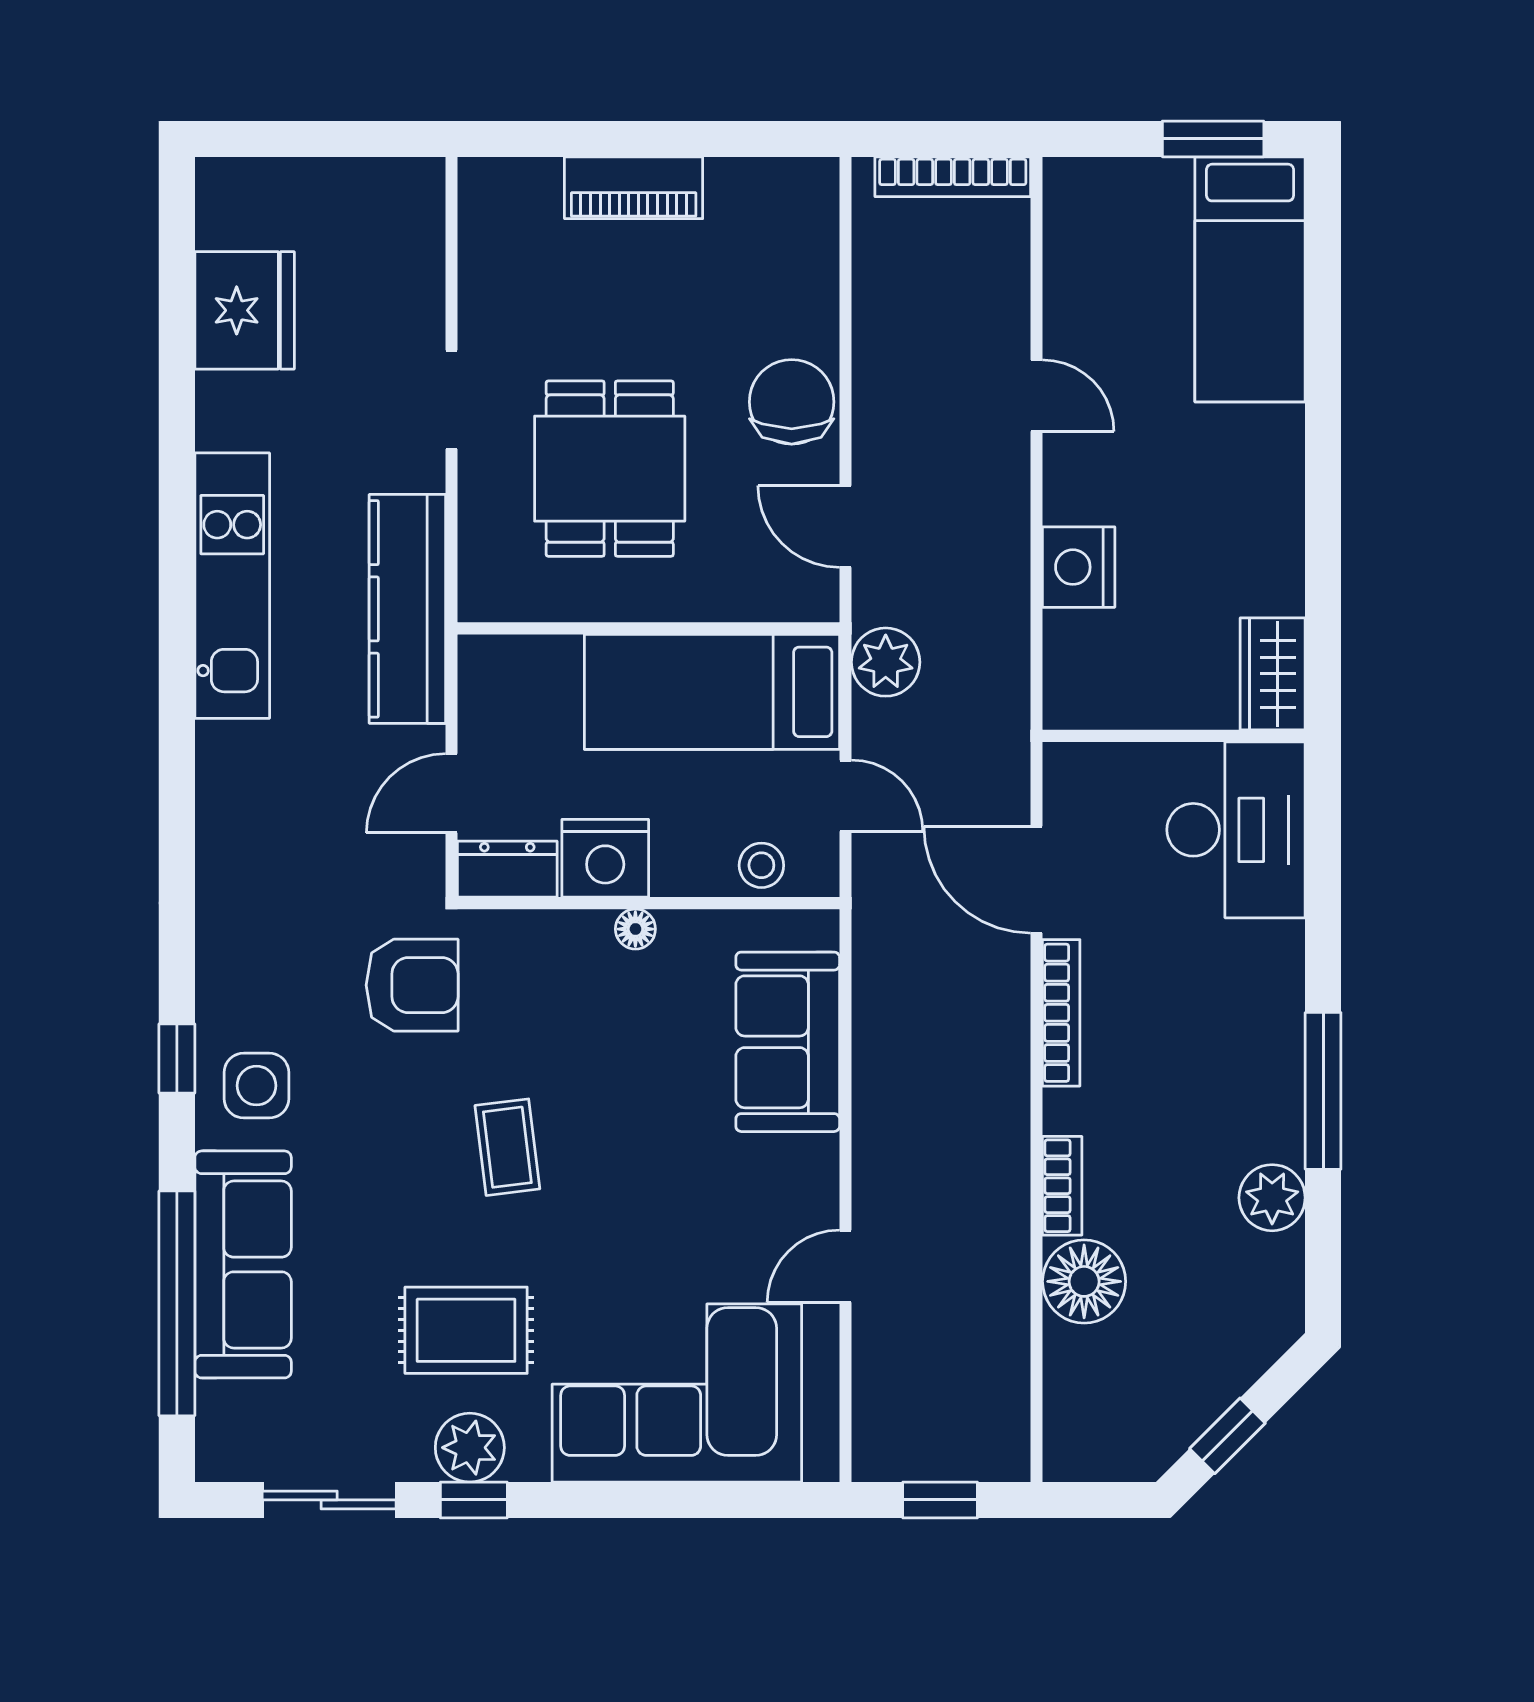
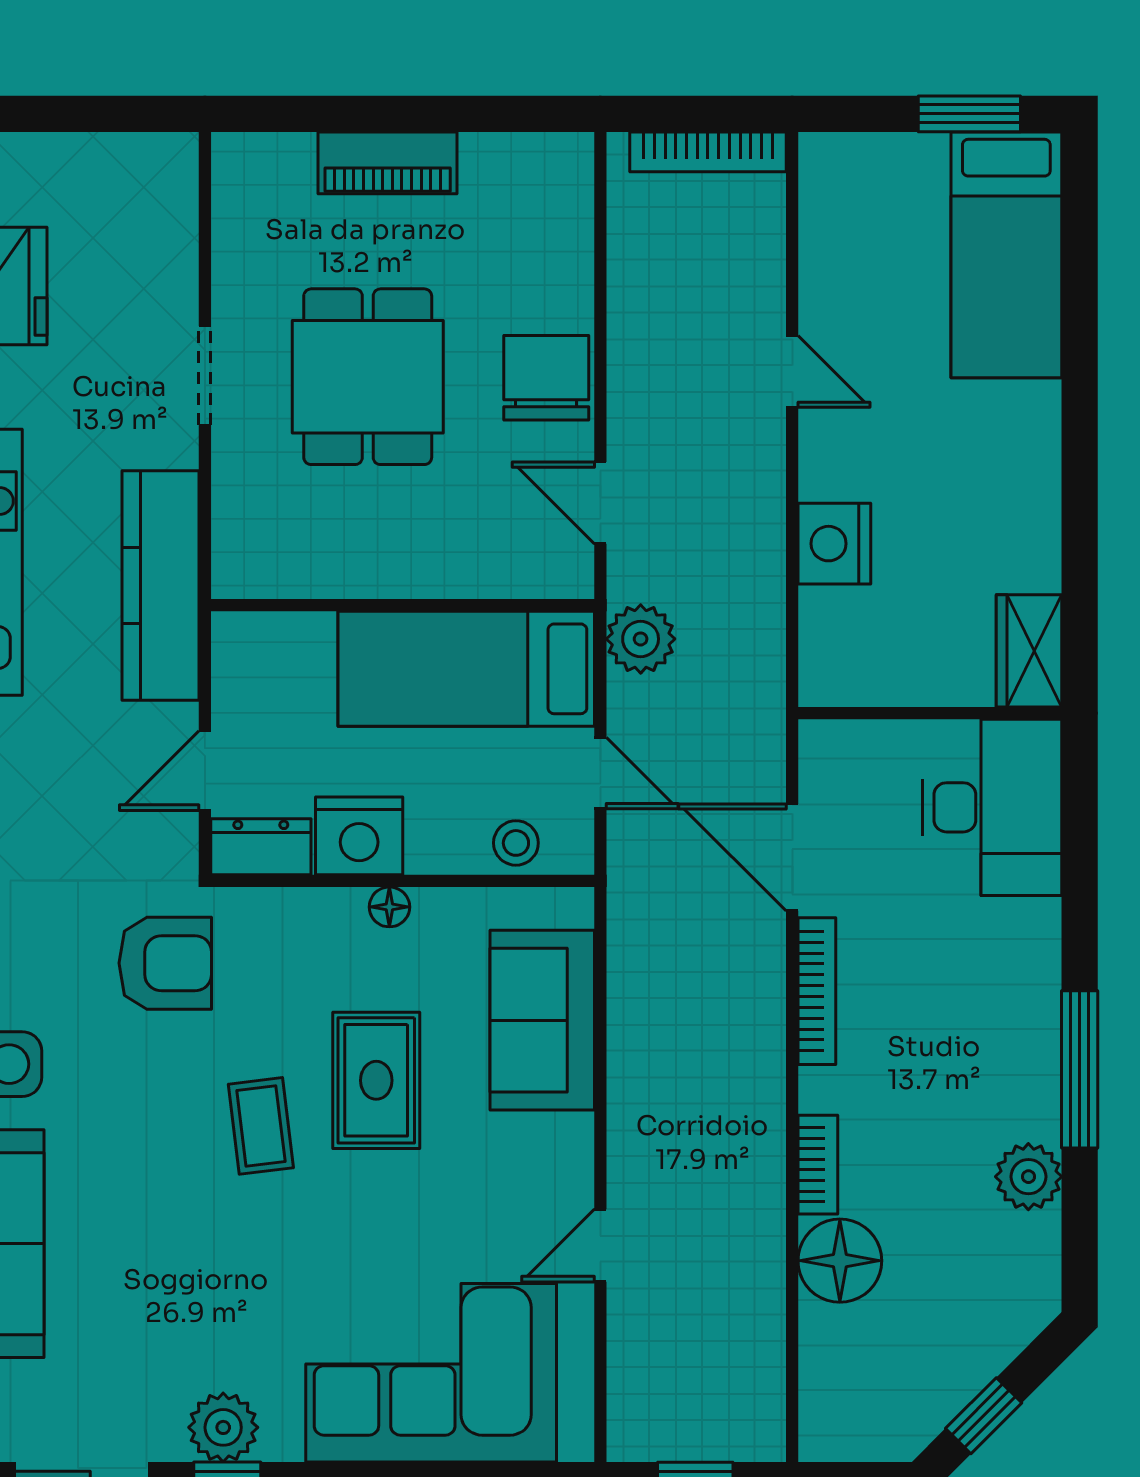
dining table: (610, 469) -> (368, 377), moved
rug: (466, 1330) -> (376, 1080), moved, turned 90

